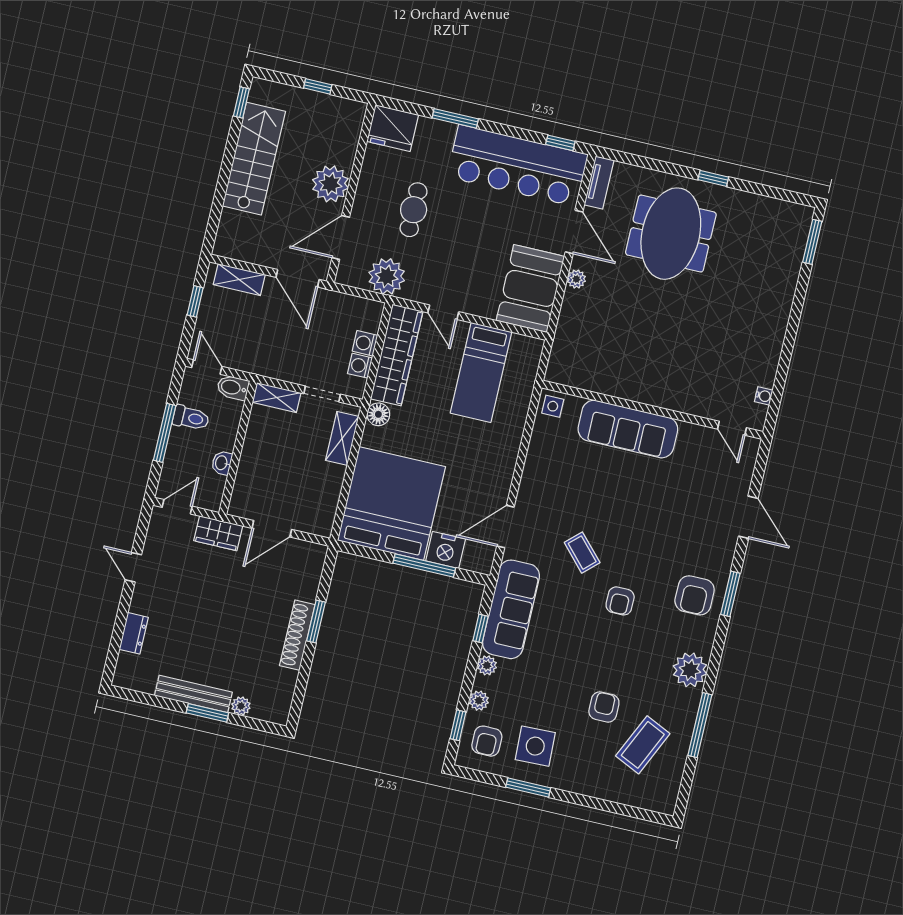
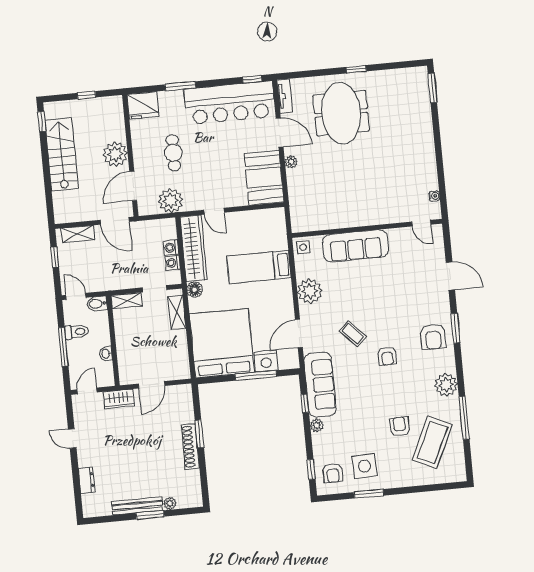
bed: (481, 372) -> (259, 267), moved, turned 90
plant: (479, 701) -> (310, 291), moved, width x1.87, depth x1.87
coffee table: (643, 745) -> (432, 442), width x1.36, depth x1.32

